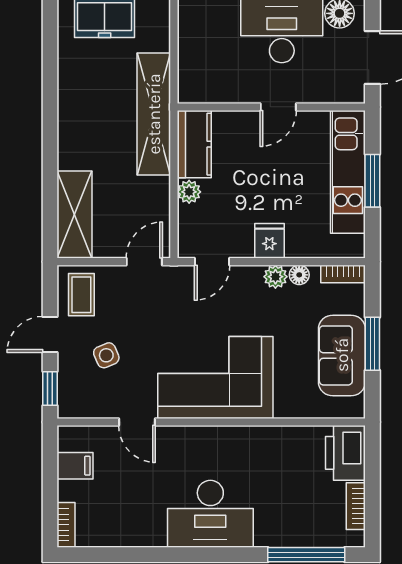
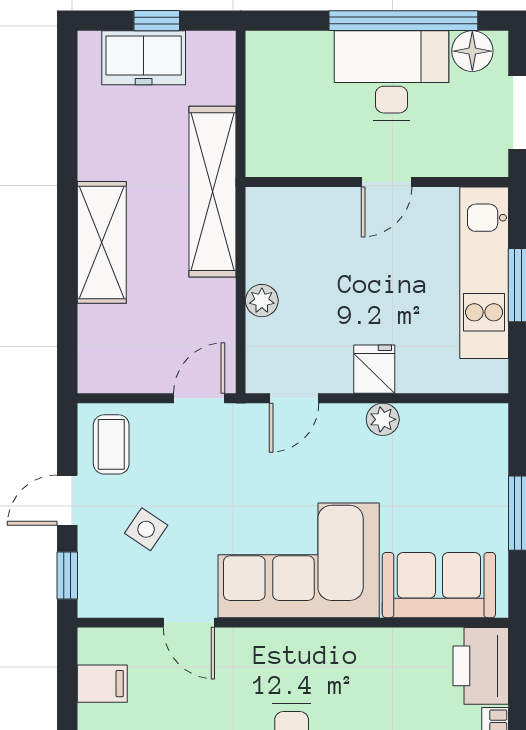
kitchen counter: (194, 144) -> (269, 234), removed
shelving: (75, 215) -> (102, 242), moved
bookcase: (343, 274) -> (477, 416), removed
floor lamp: (299, 275) -> (416, 417), removed
side table: (106, 355) -> (146, 529), turned -33
sofa: (342, 355) -> (439, 585), moved, turned 90

